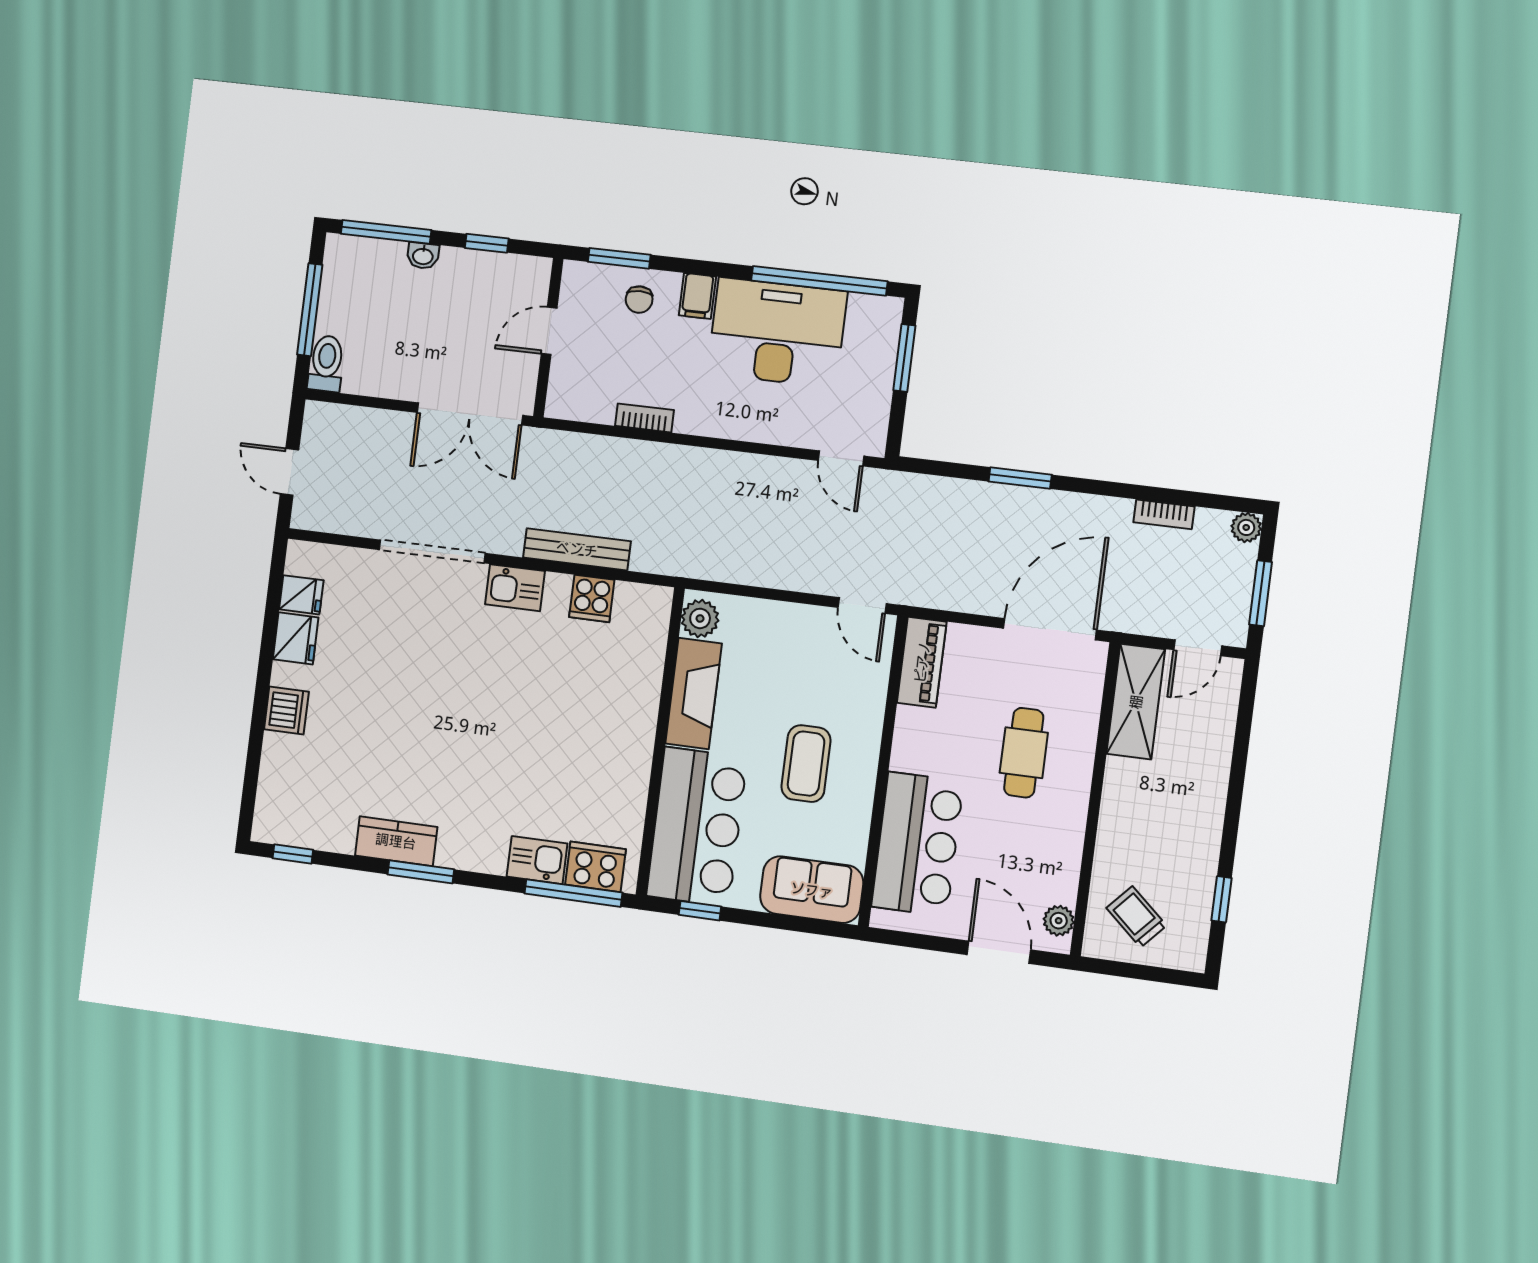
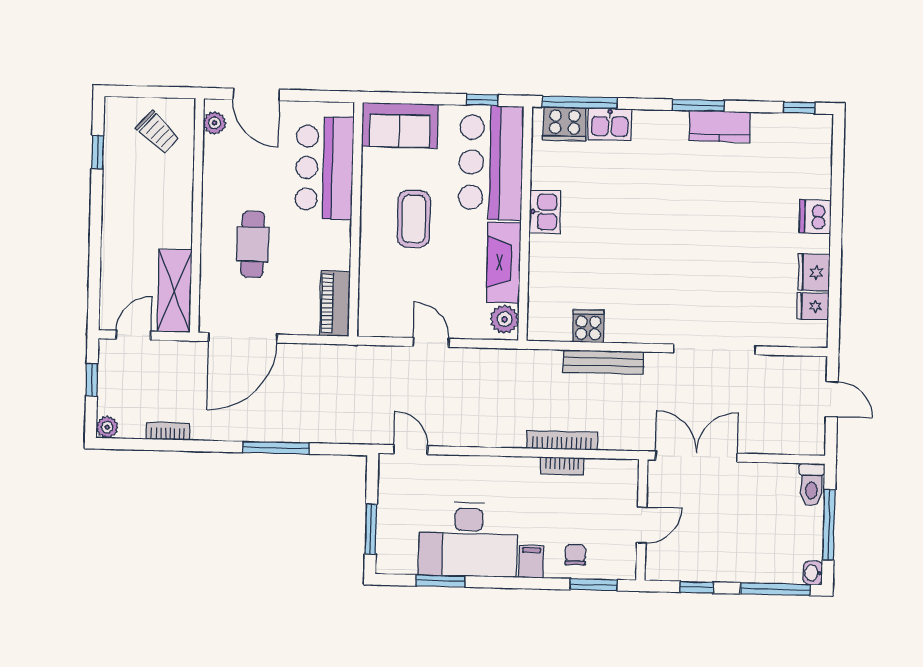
washbasin: (423, 256) -> (813, 573), moved, turned -90
window: (819, 281) -> (441, 581), width x0.47
bookcase: (641, 452) -> (562, 440), added
window: (1020, 478) -> (276, 448), width x1.44
kitchen sink: (515, 588) -> (545, 212), moved, turned 90
window: (1261, 593) -> (92, 380), width x0.67
door: (862, 606) -> (431, 342), moved

